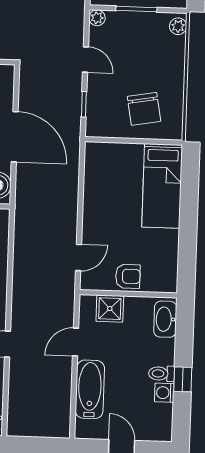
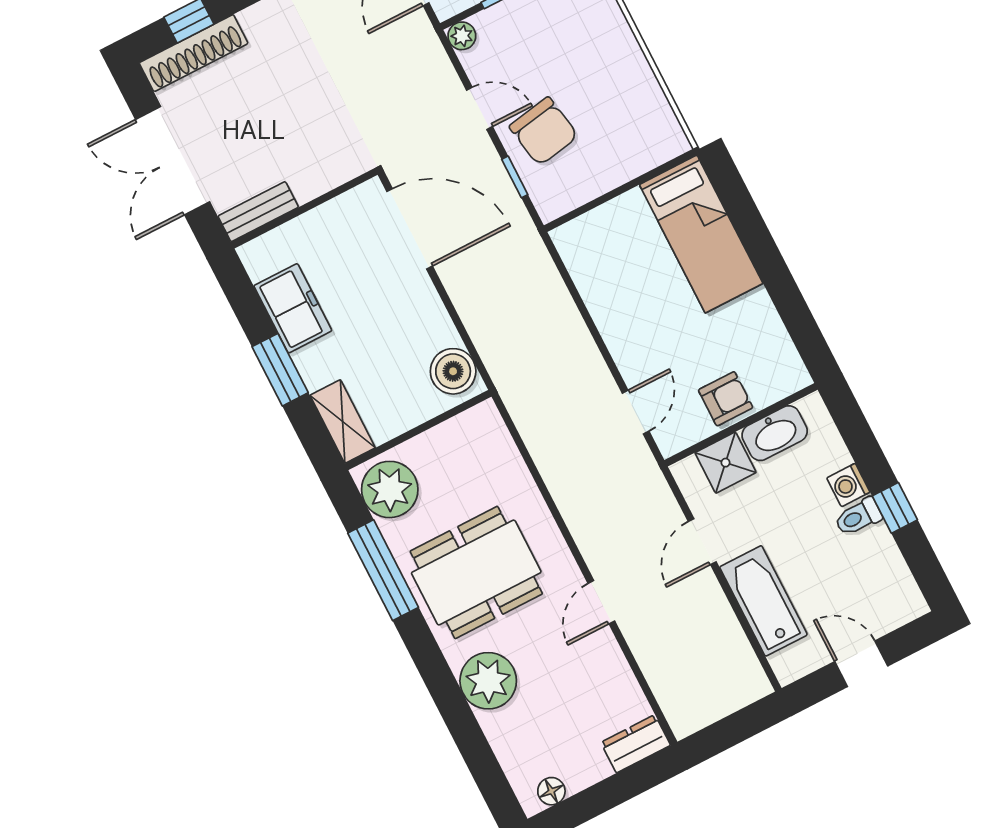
chair: (144, 109) -> (544, 131), moved
door: (15, 137) -> (410, 229), moved
washbasin: (165, 319) -> (775, 433), moved, turned -90
washing machine: (164, 393) -> (848, 485), moved

